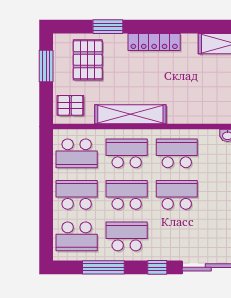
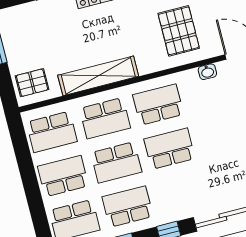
pallet: (88, 60) -> (179, 31), moved
school desk: (127, 153) -> (105, 118), turned 180
school desk: (127, 195) -> (116, 162), turned 180

